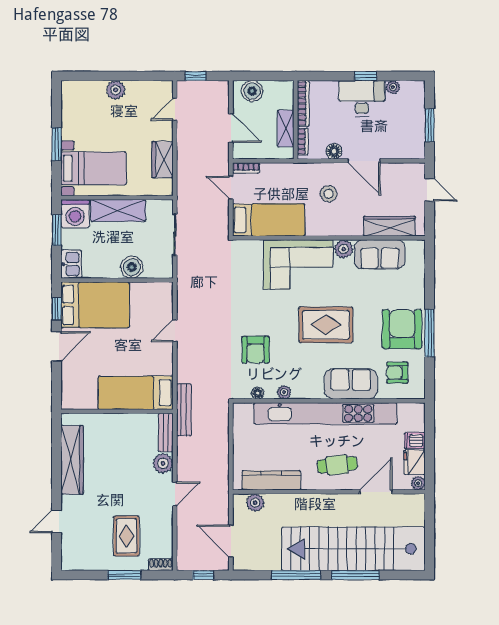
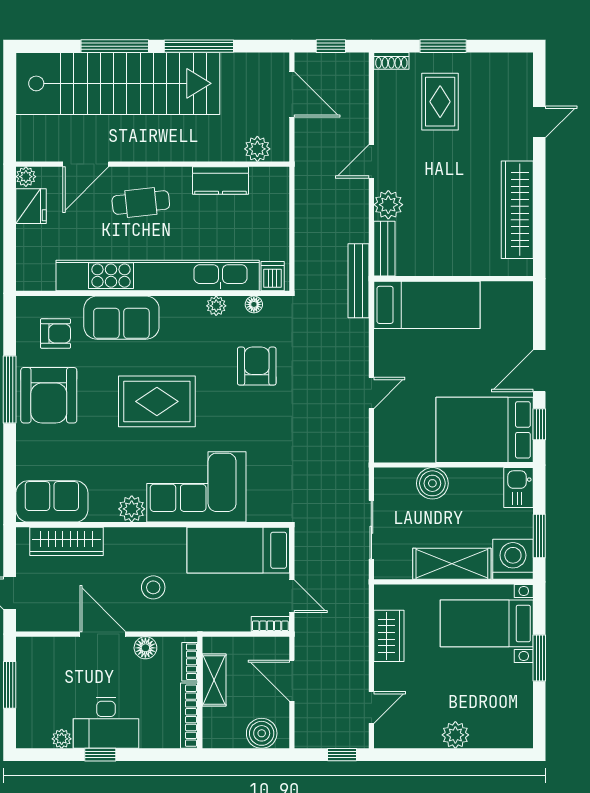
sofa: (380, 254) -> (52, 501), moved
dishwasher: (415, 441) -> (273, 276), moved, turned -90
kitchen counter: (271, 480) -> (220, 181), width x0.67

